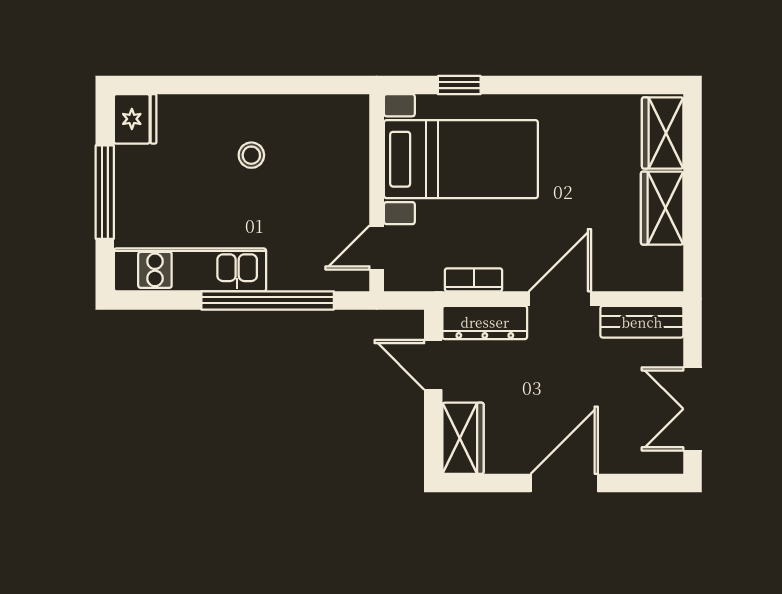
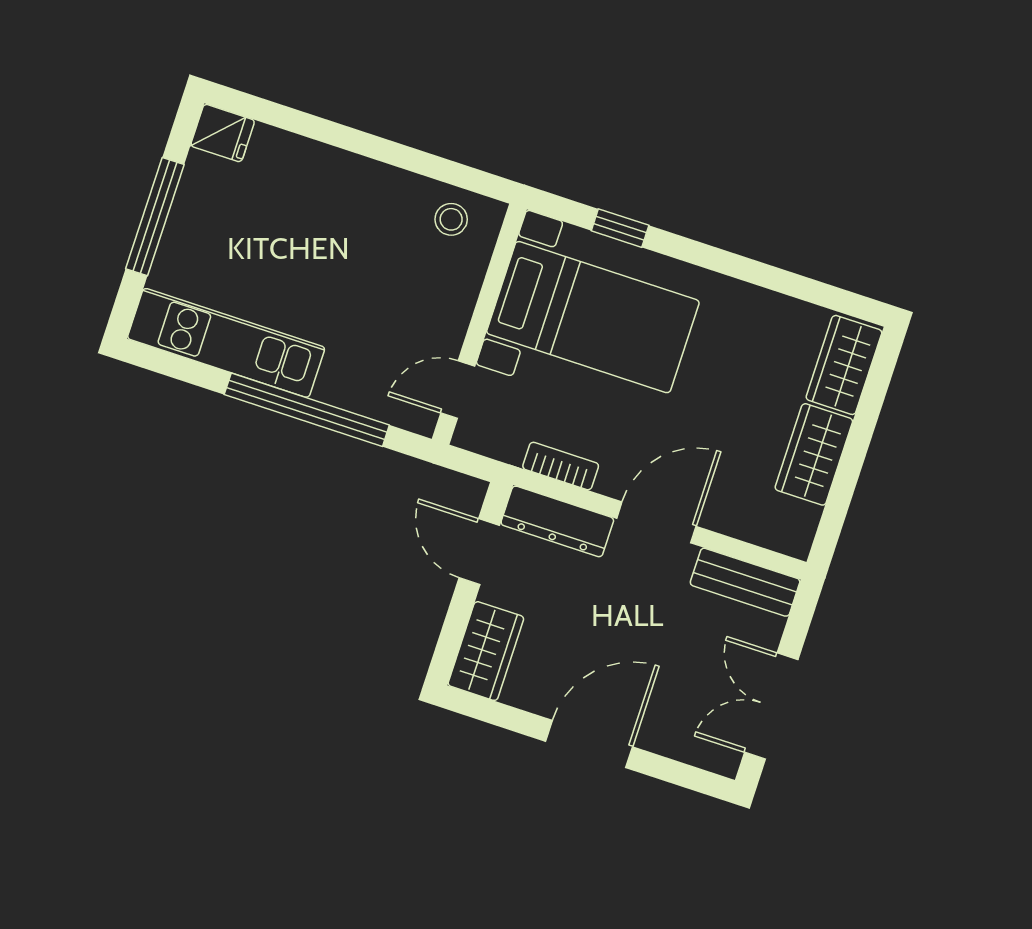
fridge: (135, 119) -> (223, 133), width x0.72
stool: (251, 155) -> (451, 219), moved

